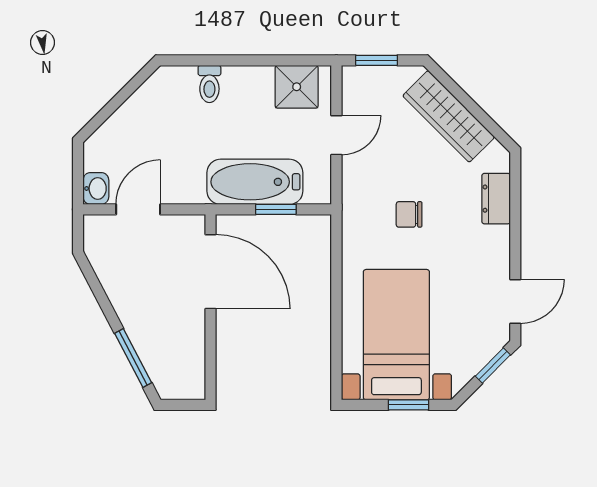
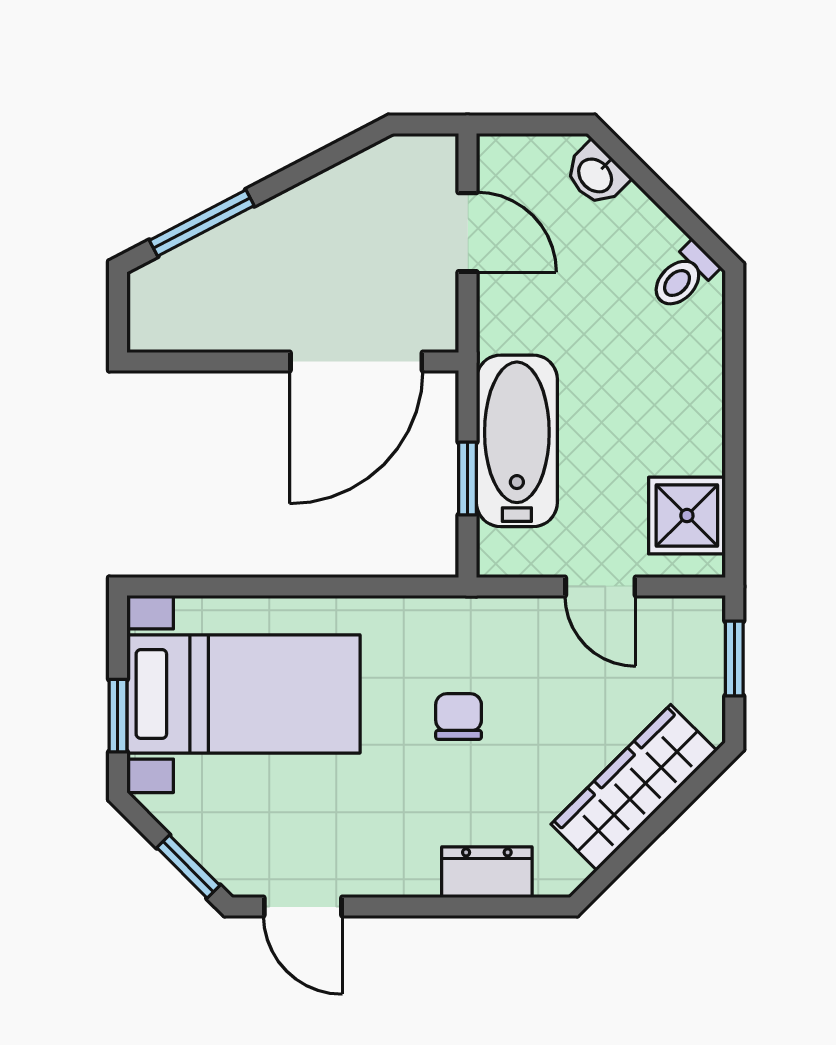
toilet: (209, 84) -> (684, 276), moved, turned -45
washbasin: (96, 188) -> (596, 174), moved, turned 45

